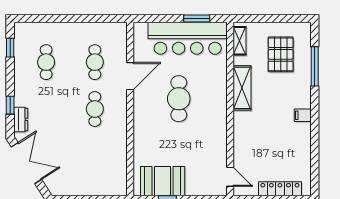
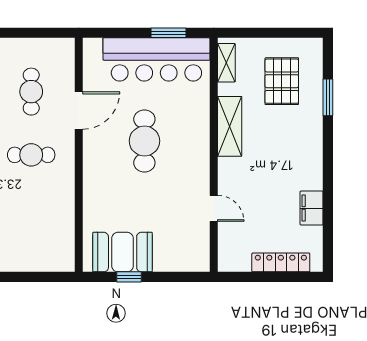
window: (315, 66) -> (328, 97), width x0.69
cafe table: (95, 109) -> (31, 155), turned 90
filing cabinet: (303, 115) -> (312, 208), moved, width x2.00
door: (230, 177) -> (214, 208), moved

